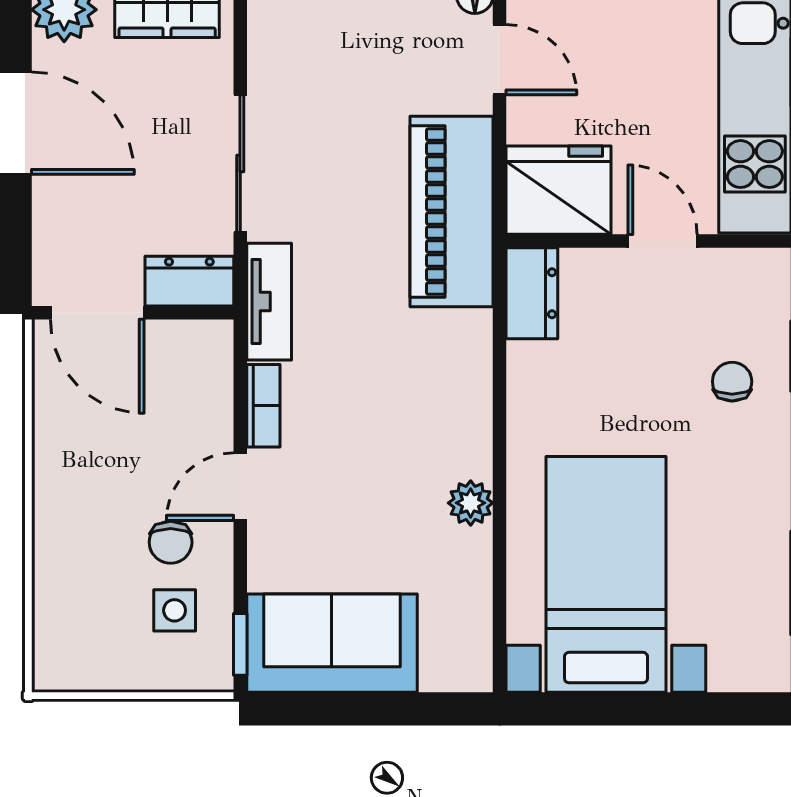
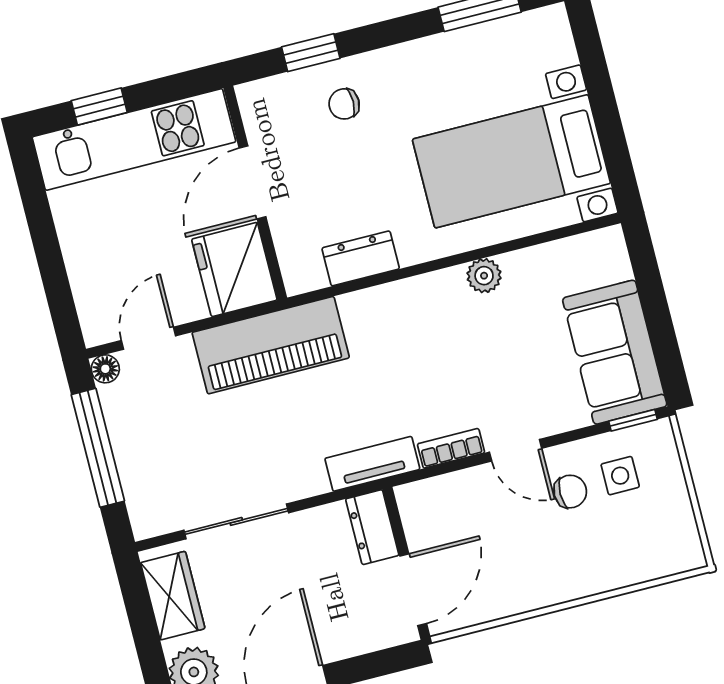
sliding door: (240, 163) -> (236, 521), moved
door: (663, 241) -> (253, 182), width x1.38
dresser: (532, 293) -> (361, 258), moved

